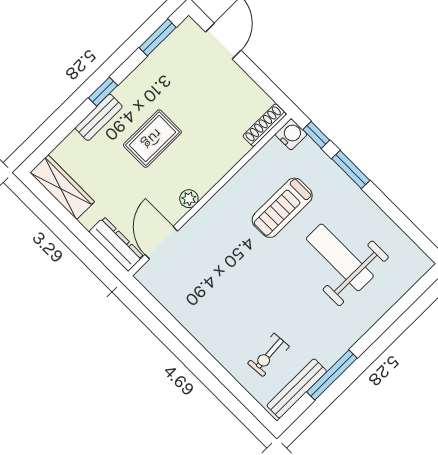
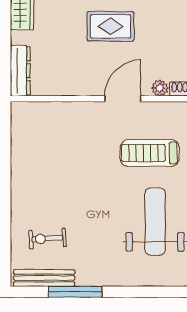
plant: (189, 199) -> (160, 88), moved
door: (161, 243) -> (123, 99), moved

